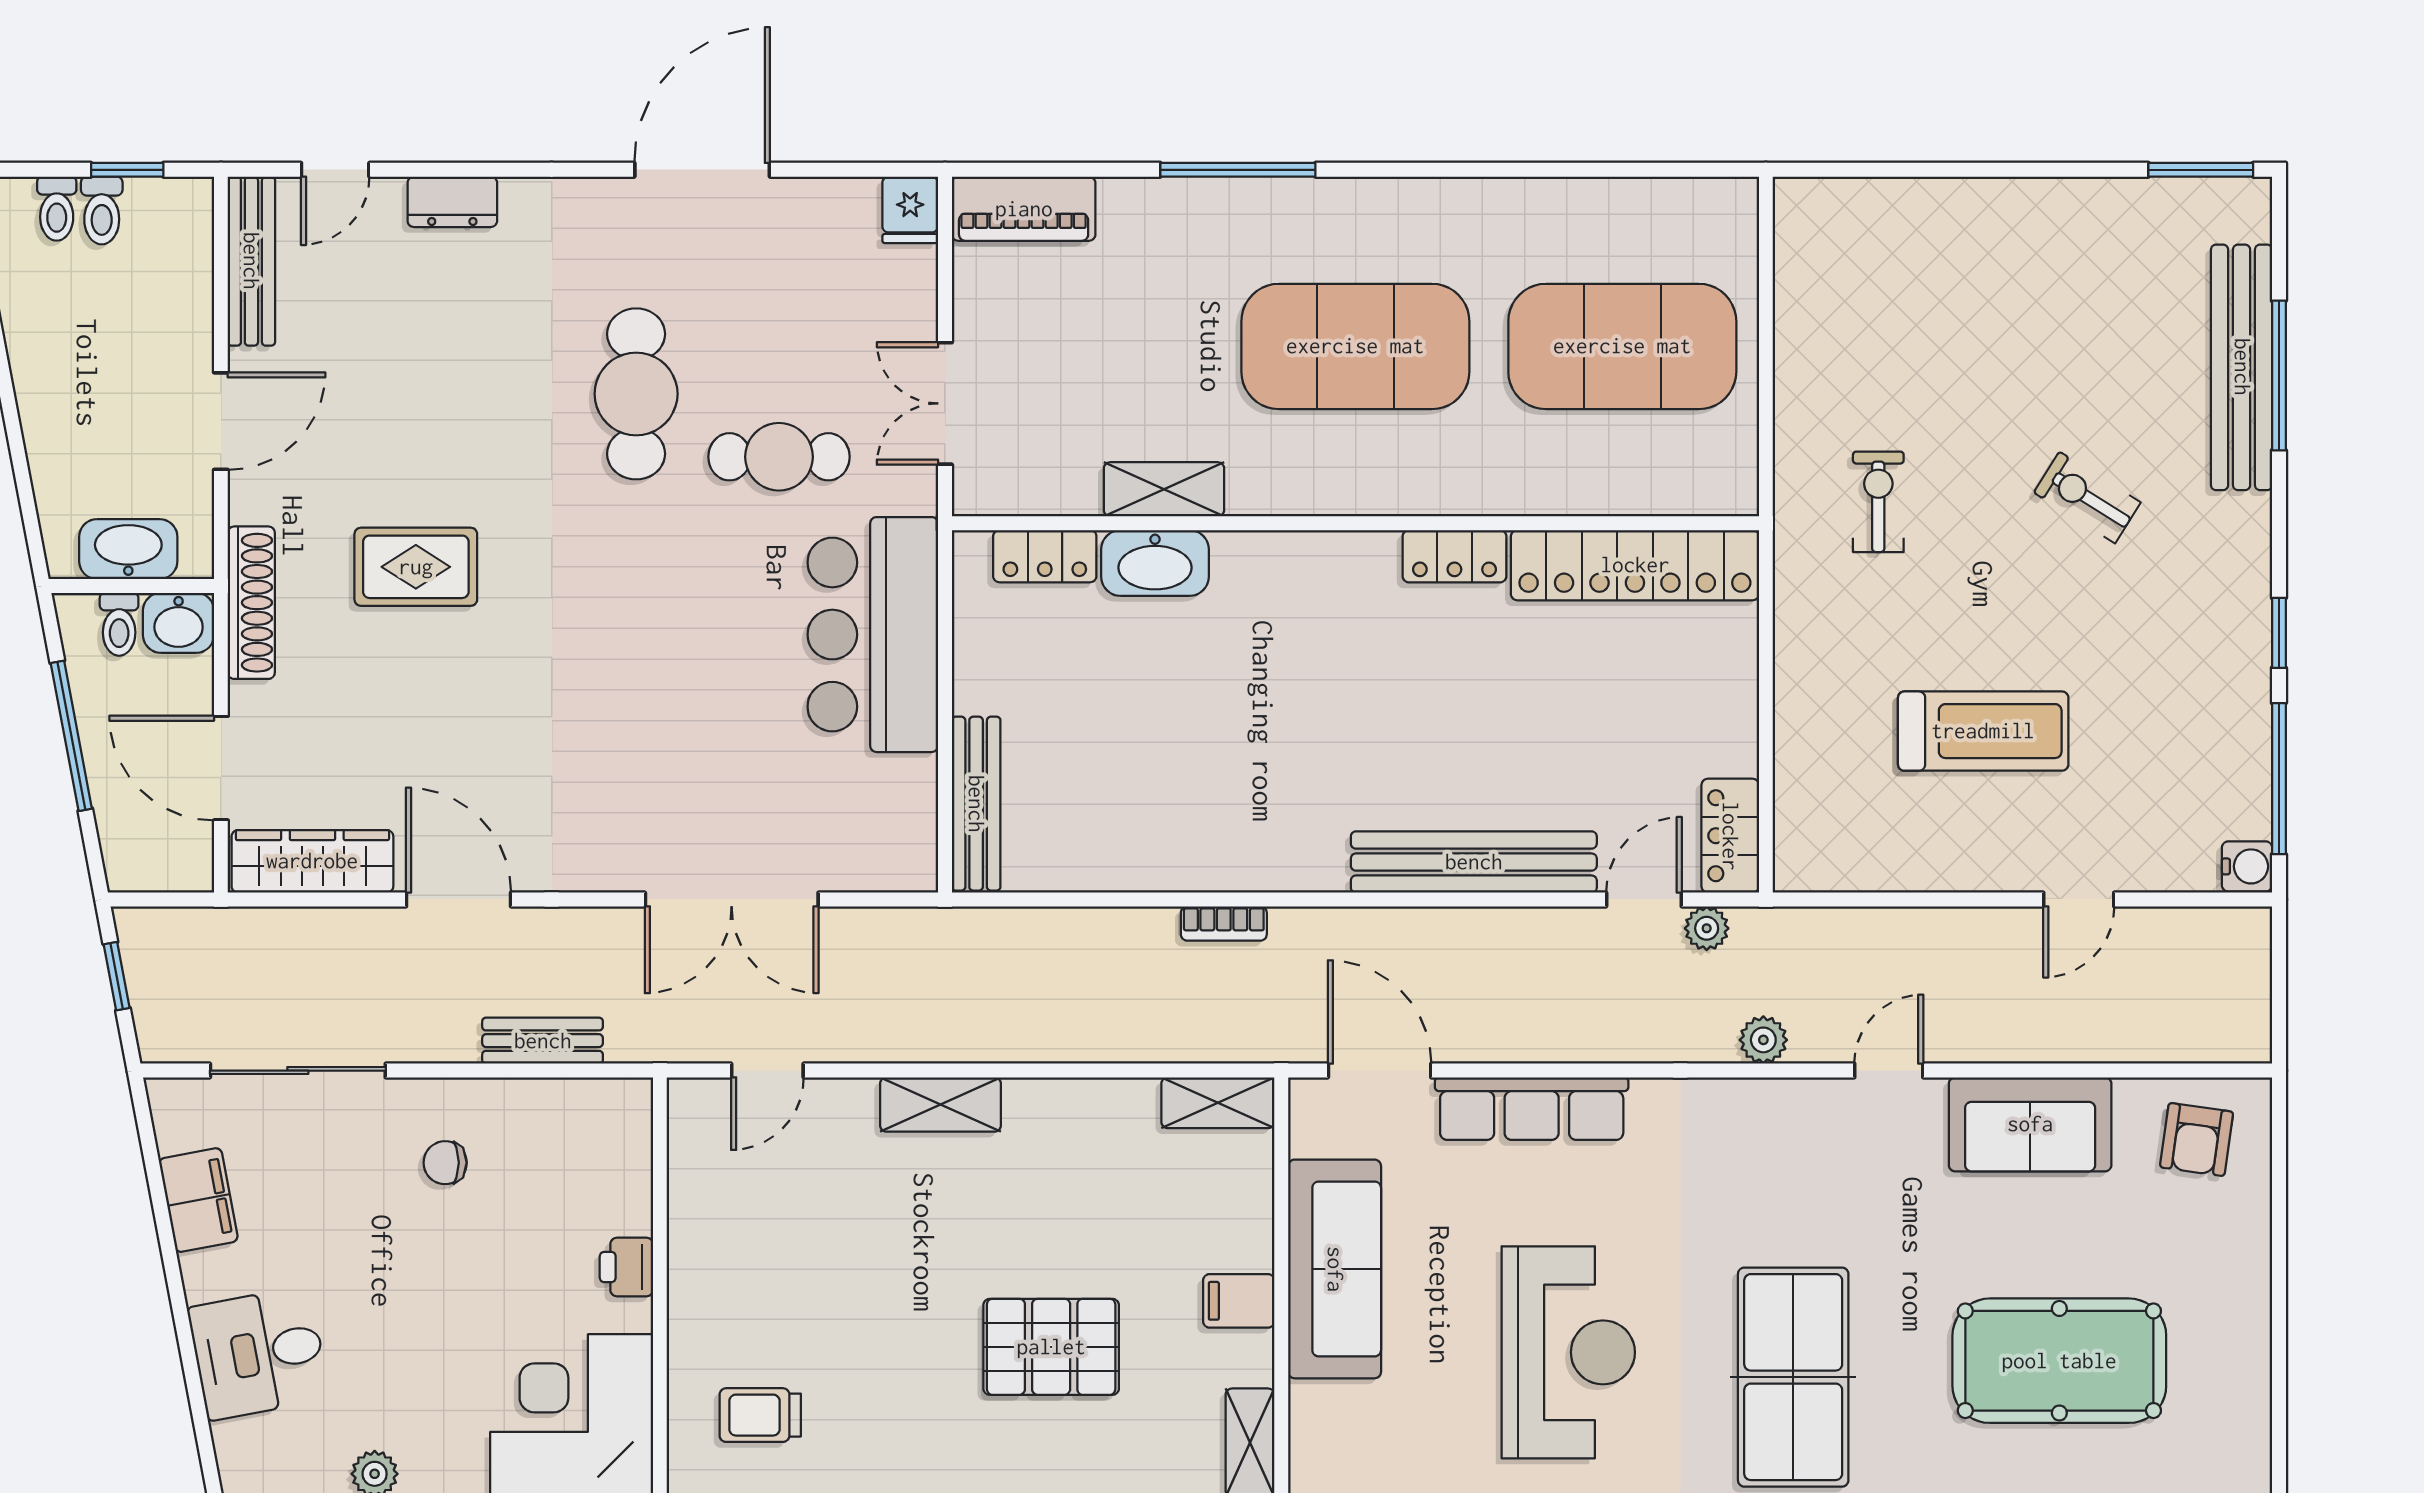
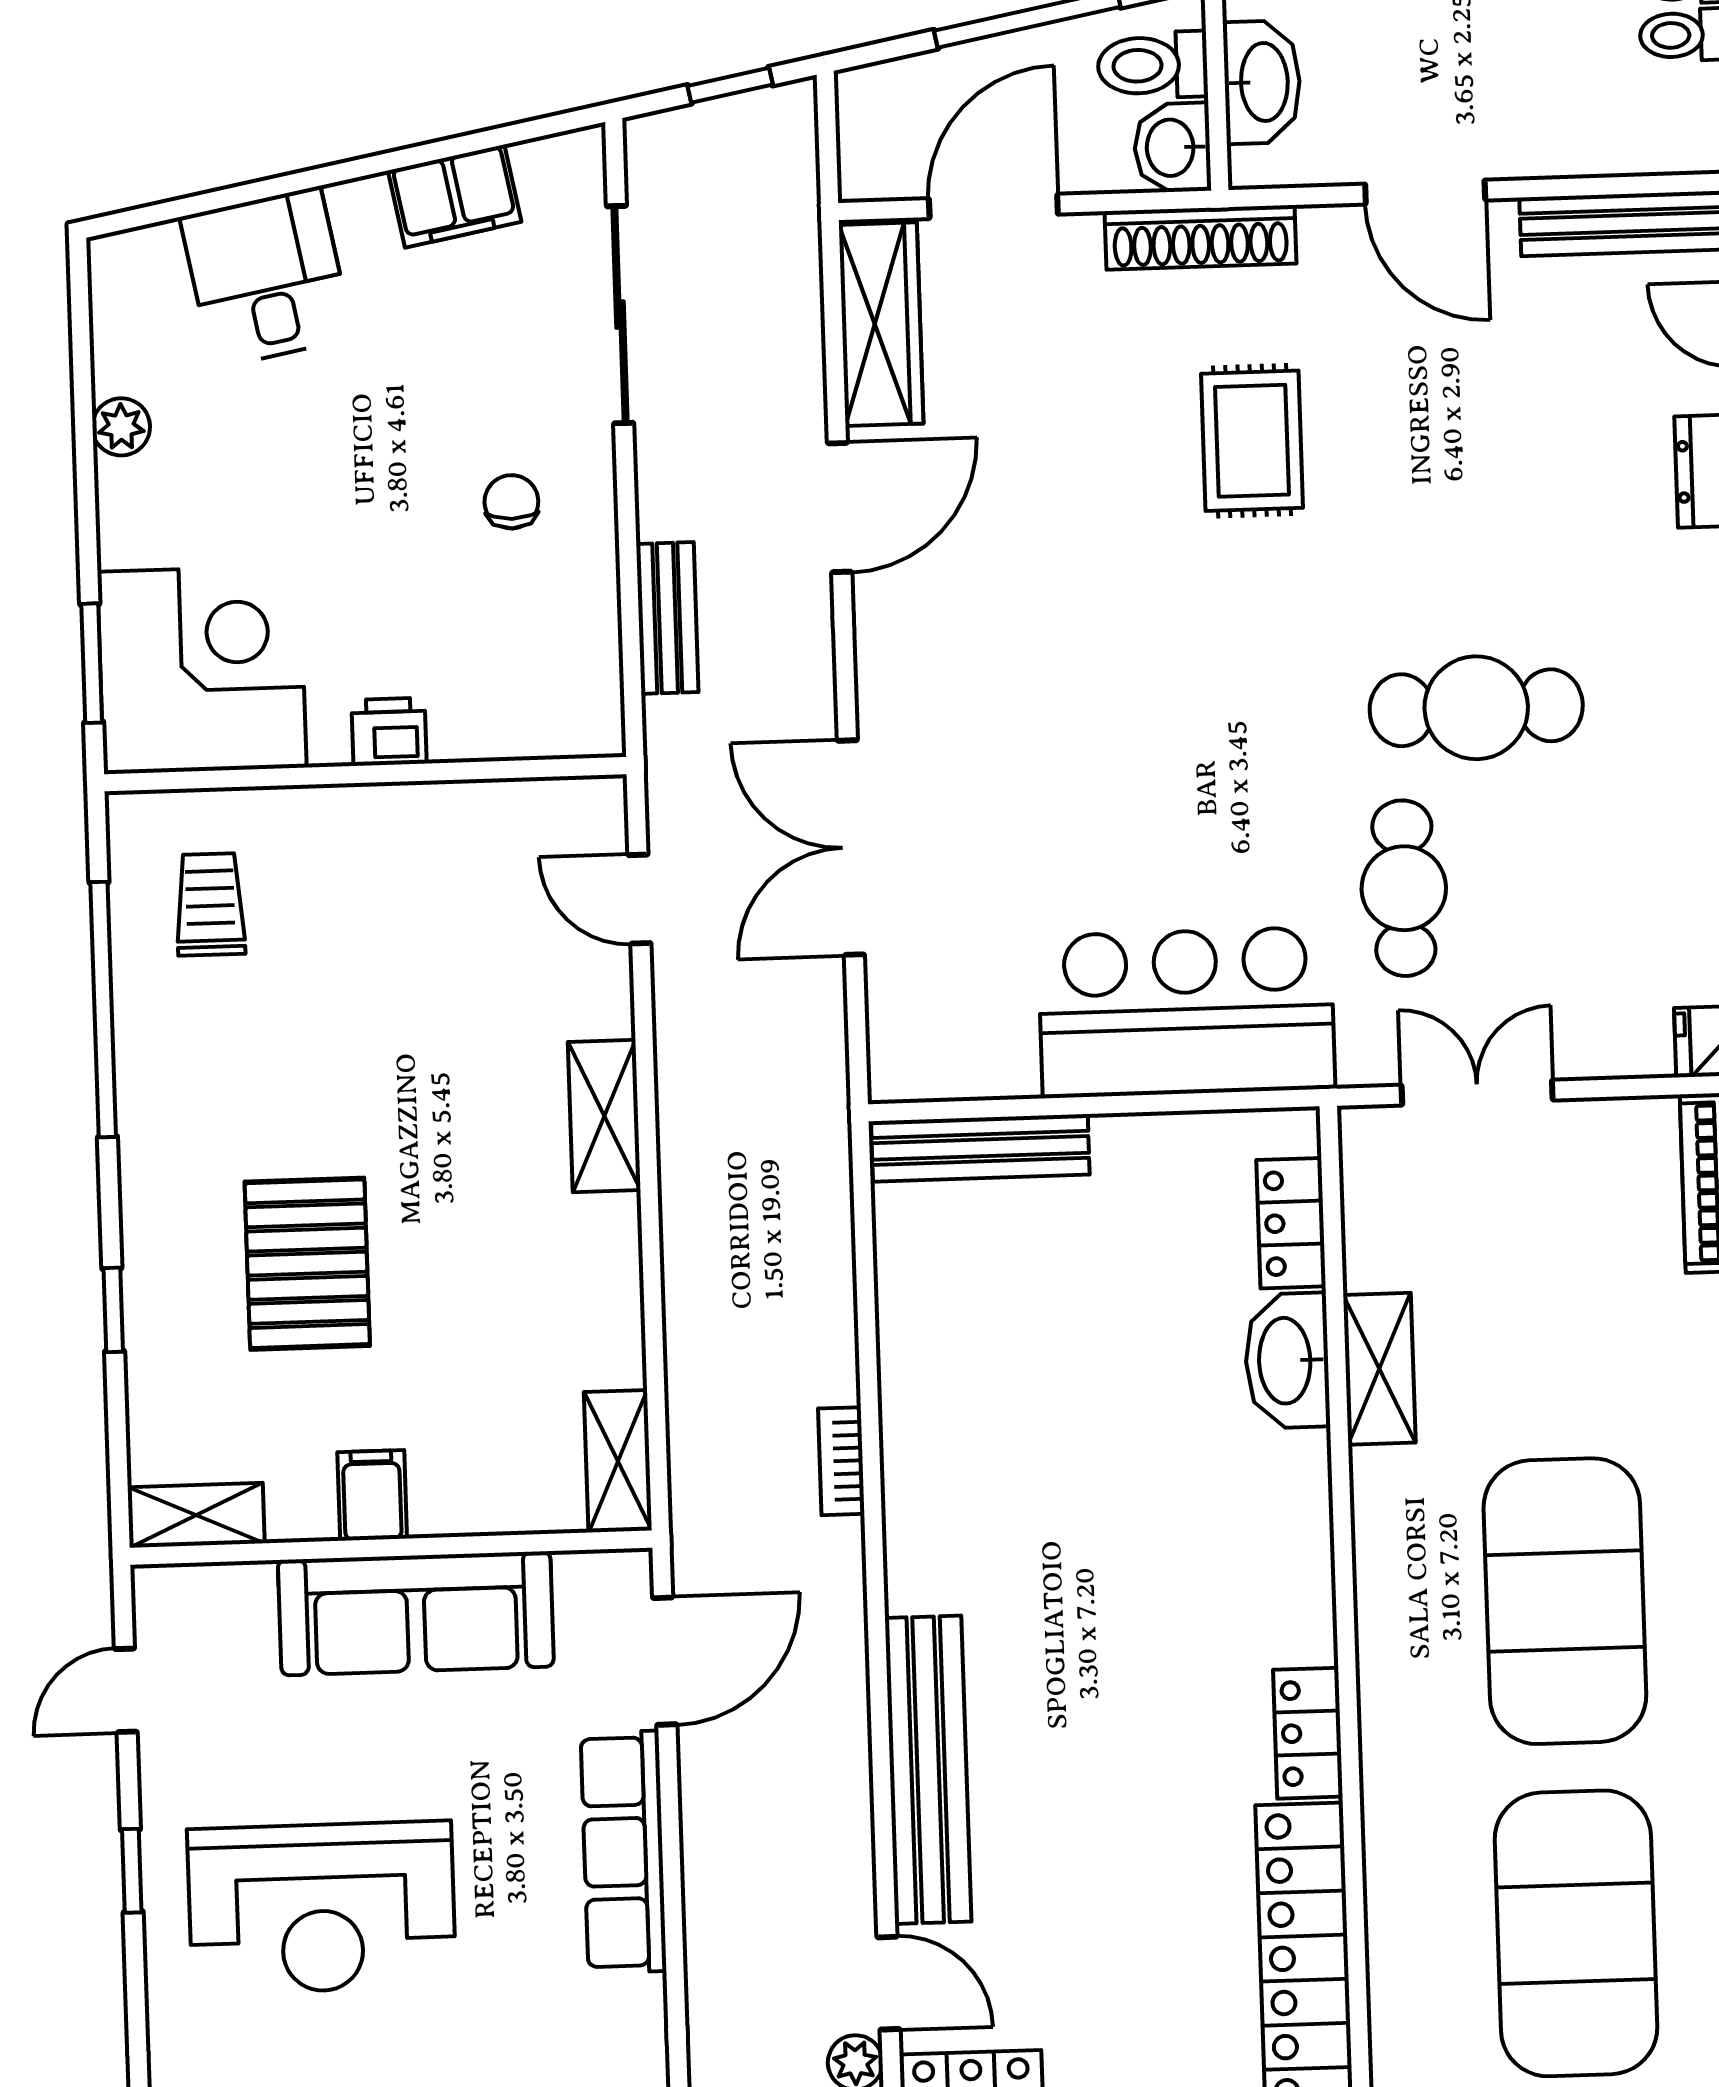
toilet: (119, 624) -> (1153, 65), width x1.37, depth x1.39

